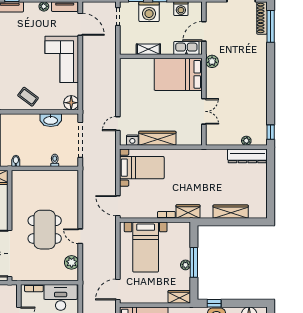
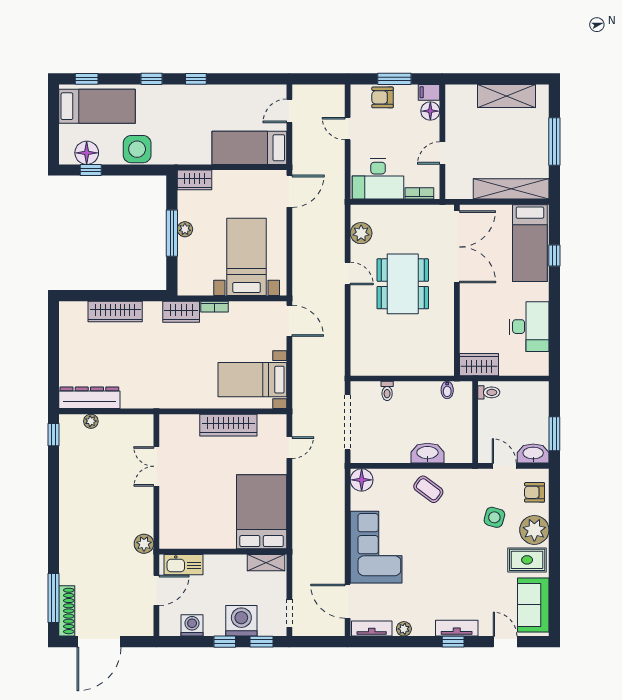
shelving: (148, 49) -> (266, 563), moved
bed: (178, 74) -> (262, 512), moved, turned -90
washbasin: (51, 120) -> (427, 453), moved
nightstand: (132, 140) -> (267, 422), removed
window: (214, 303) -> (91, 170), moved

